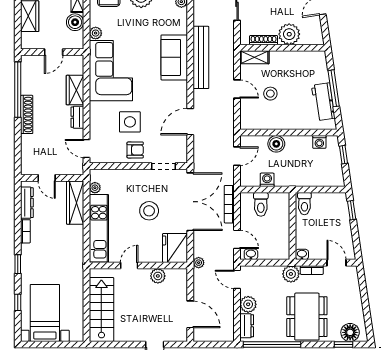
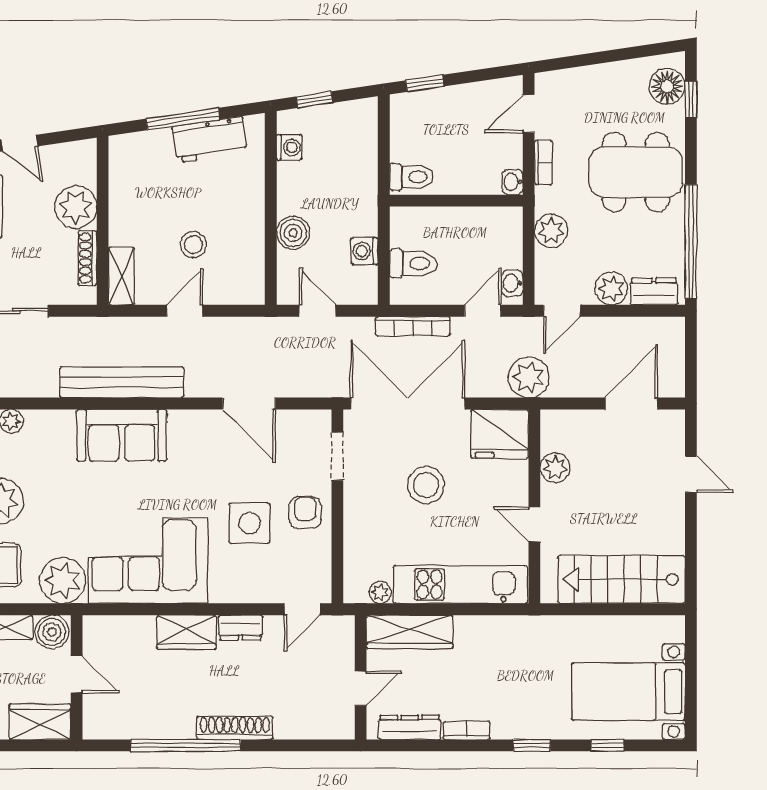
plant: (96, 33) -> (63, 580), width x1.88, depth x1.88
wall: (52, 52) -> (77, 677), moved
door: (54, 52) -> (77, 674), moved
plant: (199, 263) -> (529, 377), width x1.88, depth x1.88
plant: (291, 274) -> (551, 231), moved

